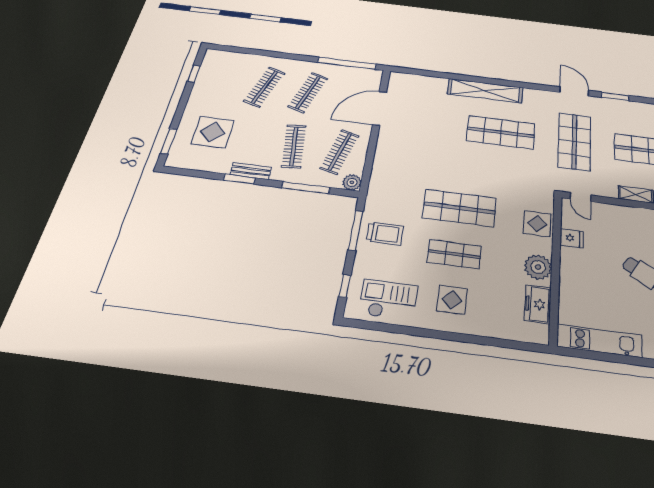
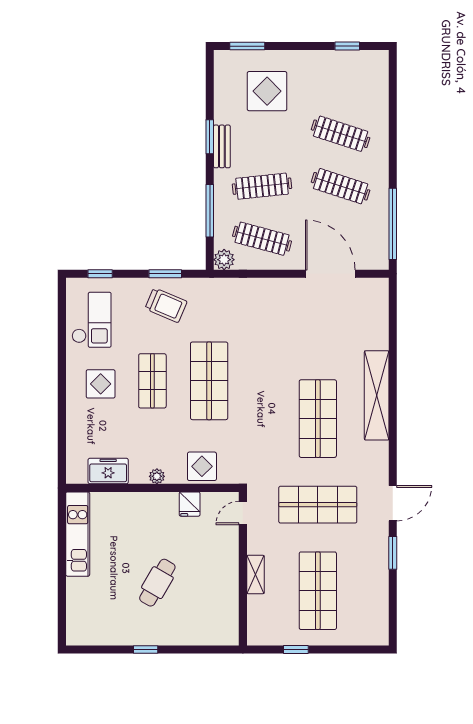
window: (356, 230) -> (165, 274), width x0.69
trolley: (385, 234) -> (166, 305), turned -67
plant: (538, 267) -> (157, 476), width x0.53, depth x0.53

